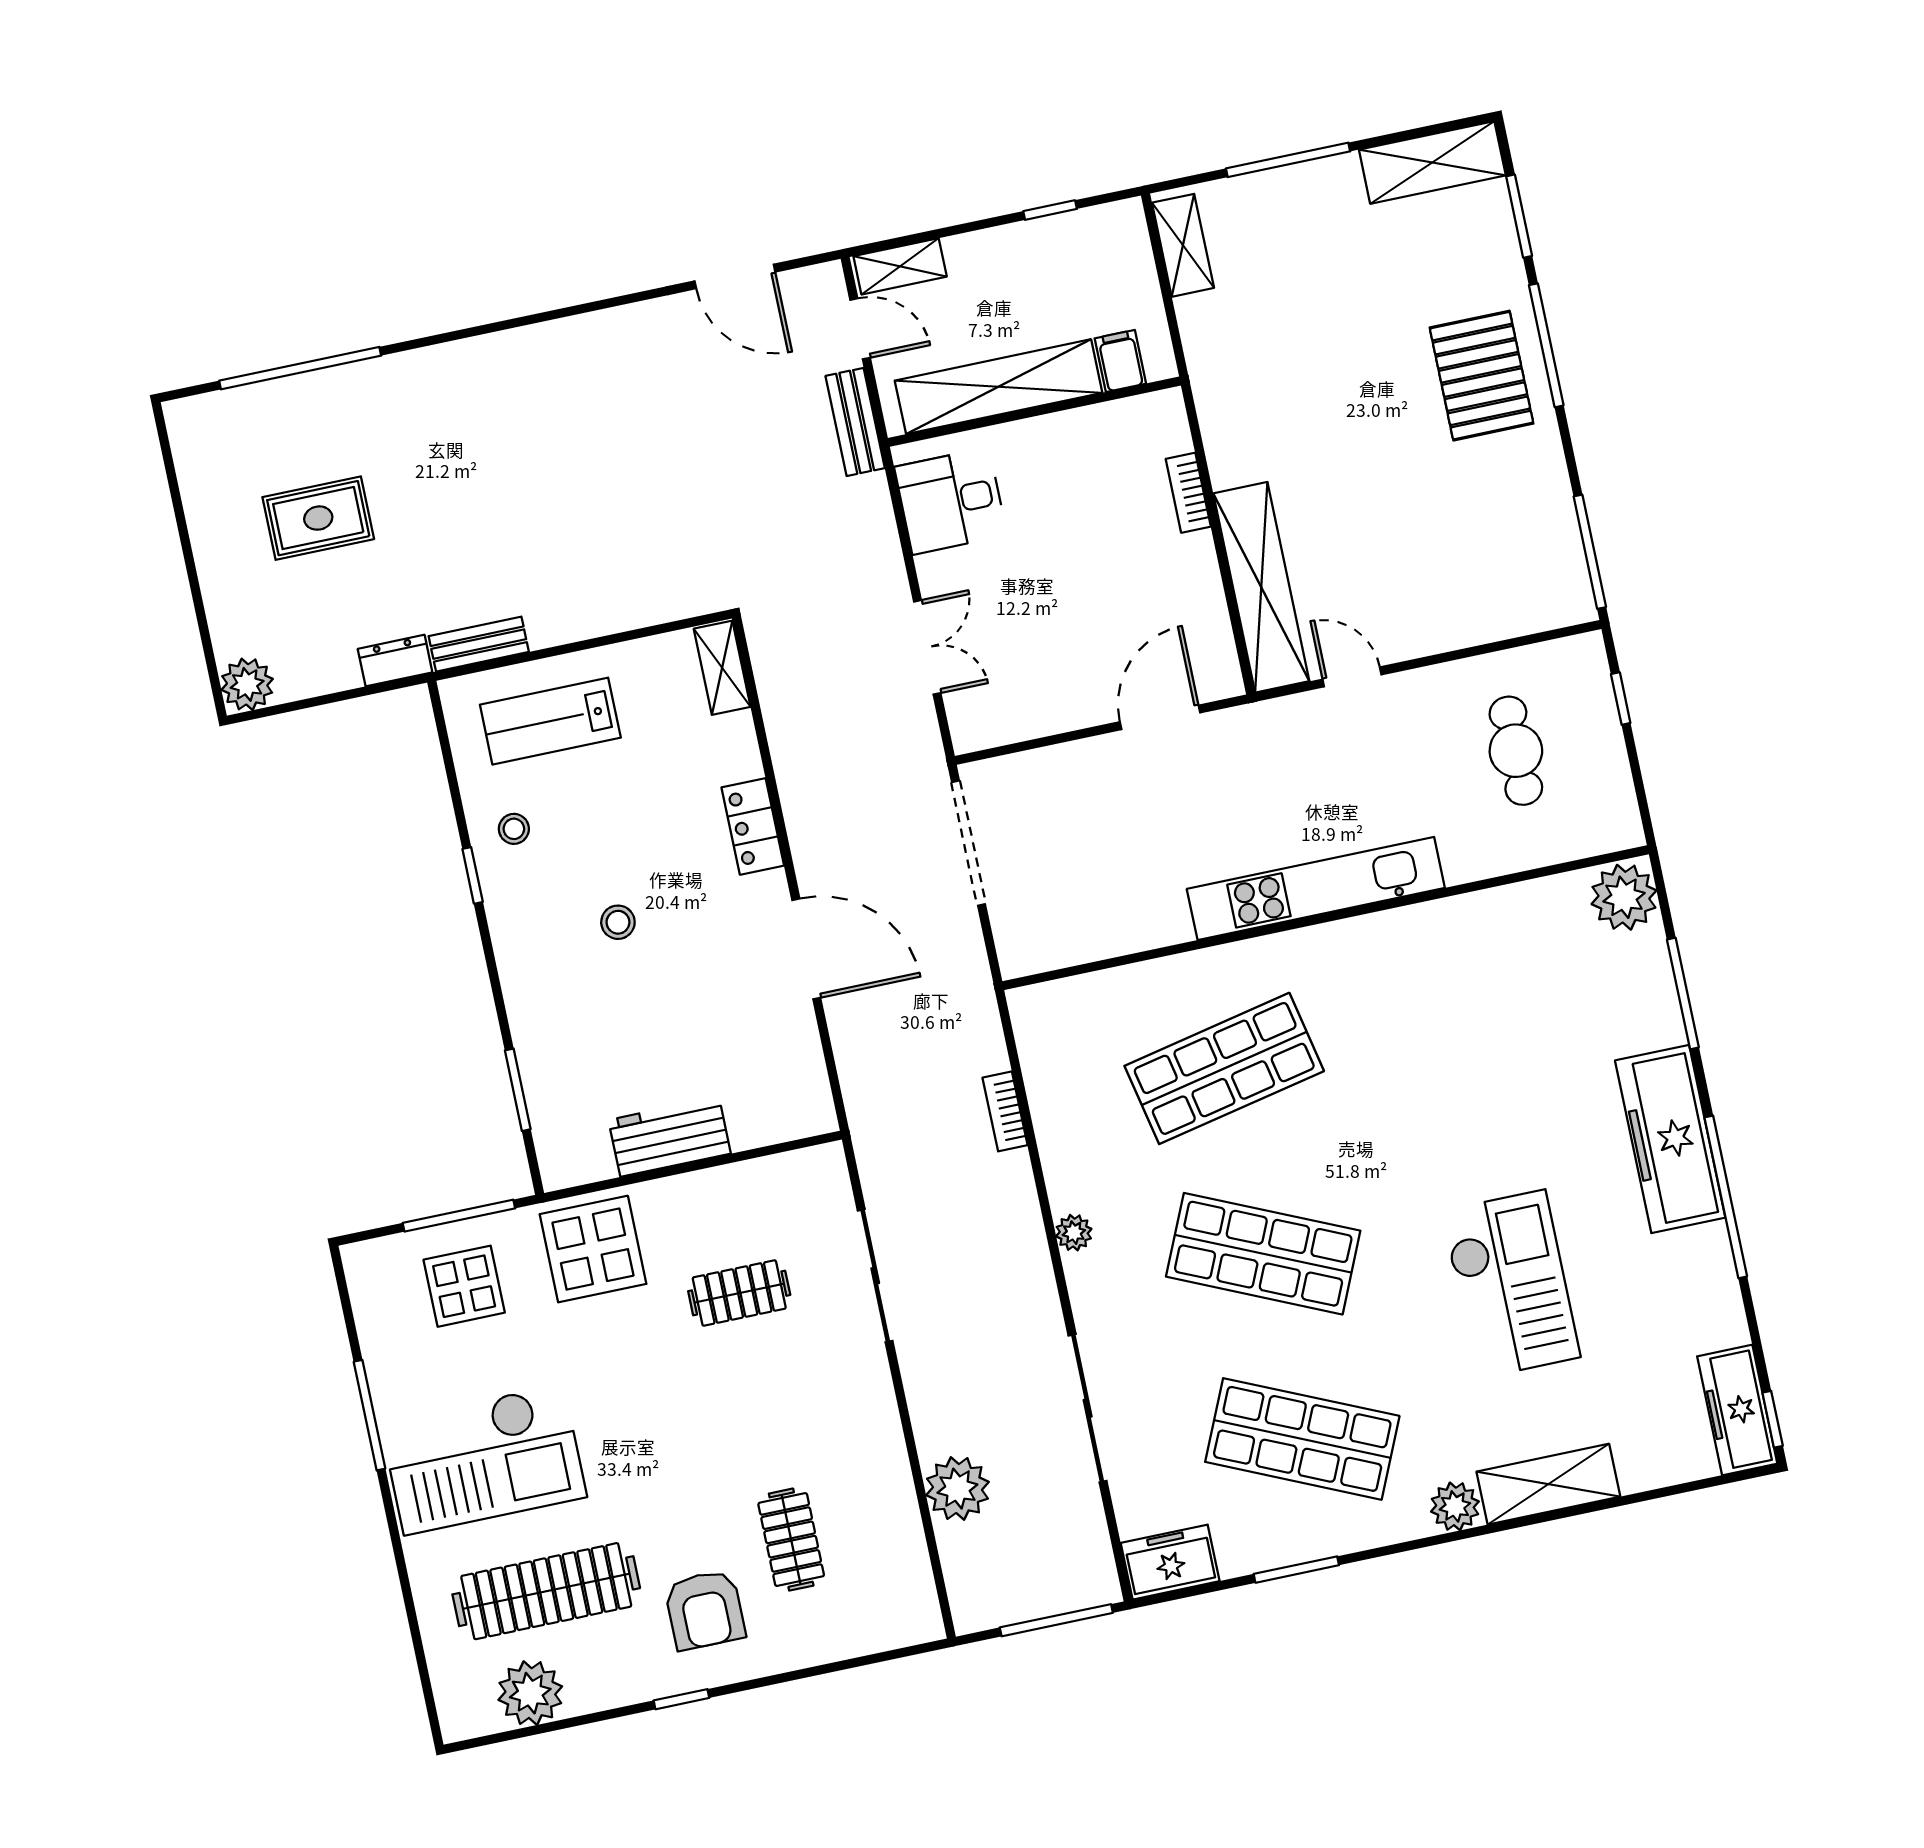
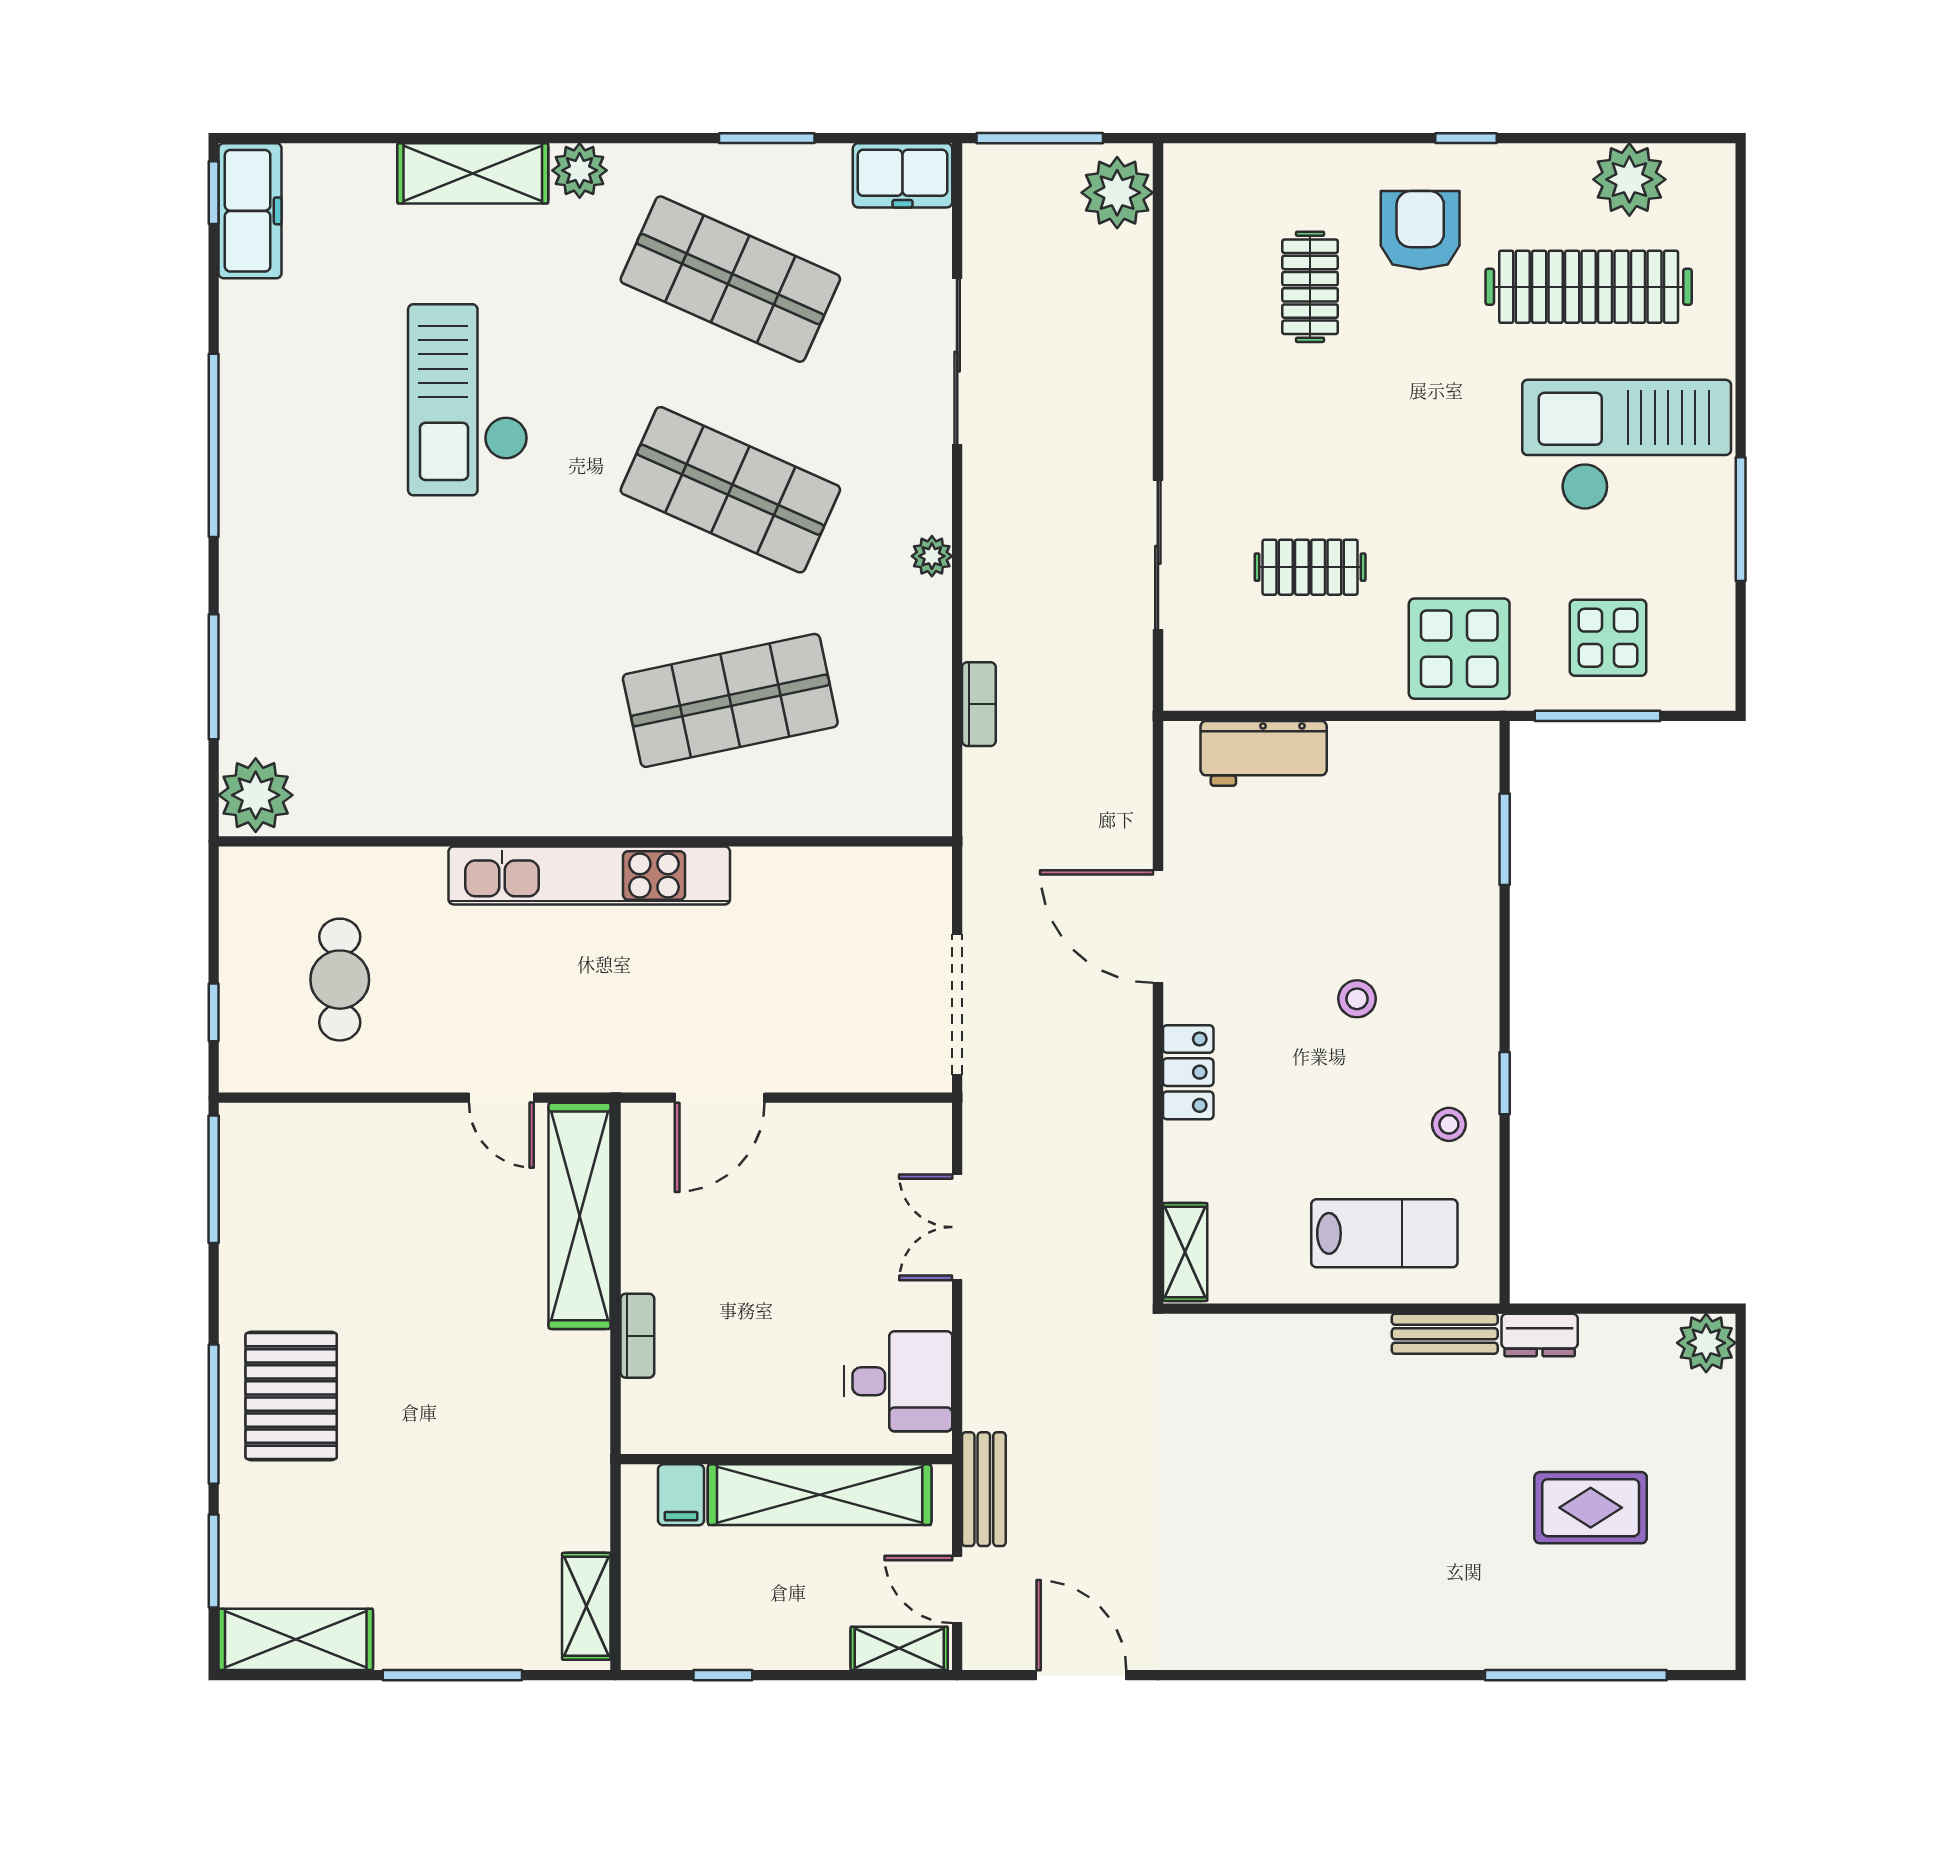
workbench: (670, 1137) -> (1264, 753), moved
freezer: (1670, 1139) -> (261, 521), removed
plant: (957, 1489) -> (1117, 193), moved

